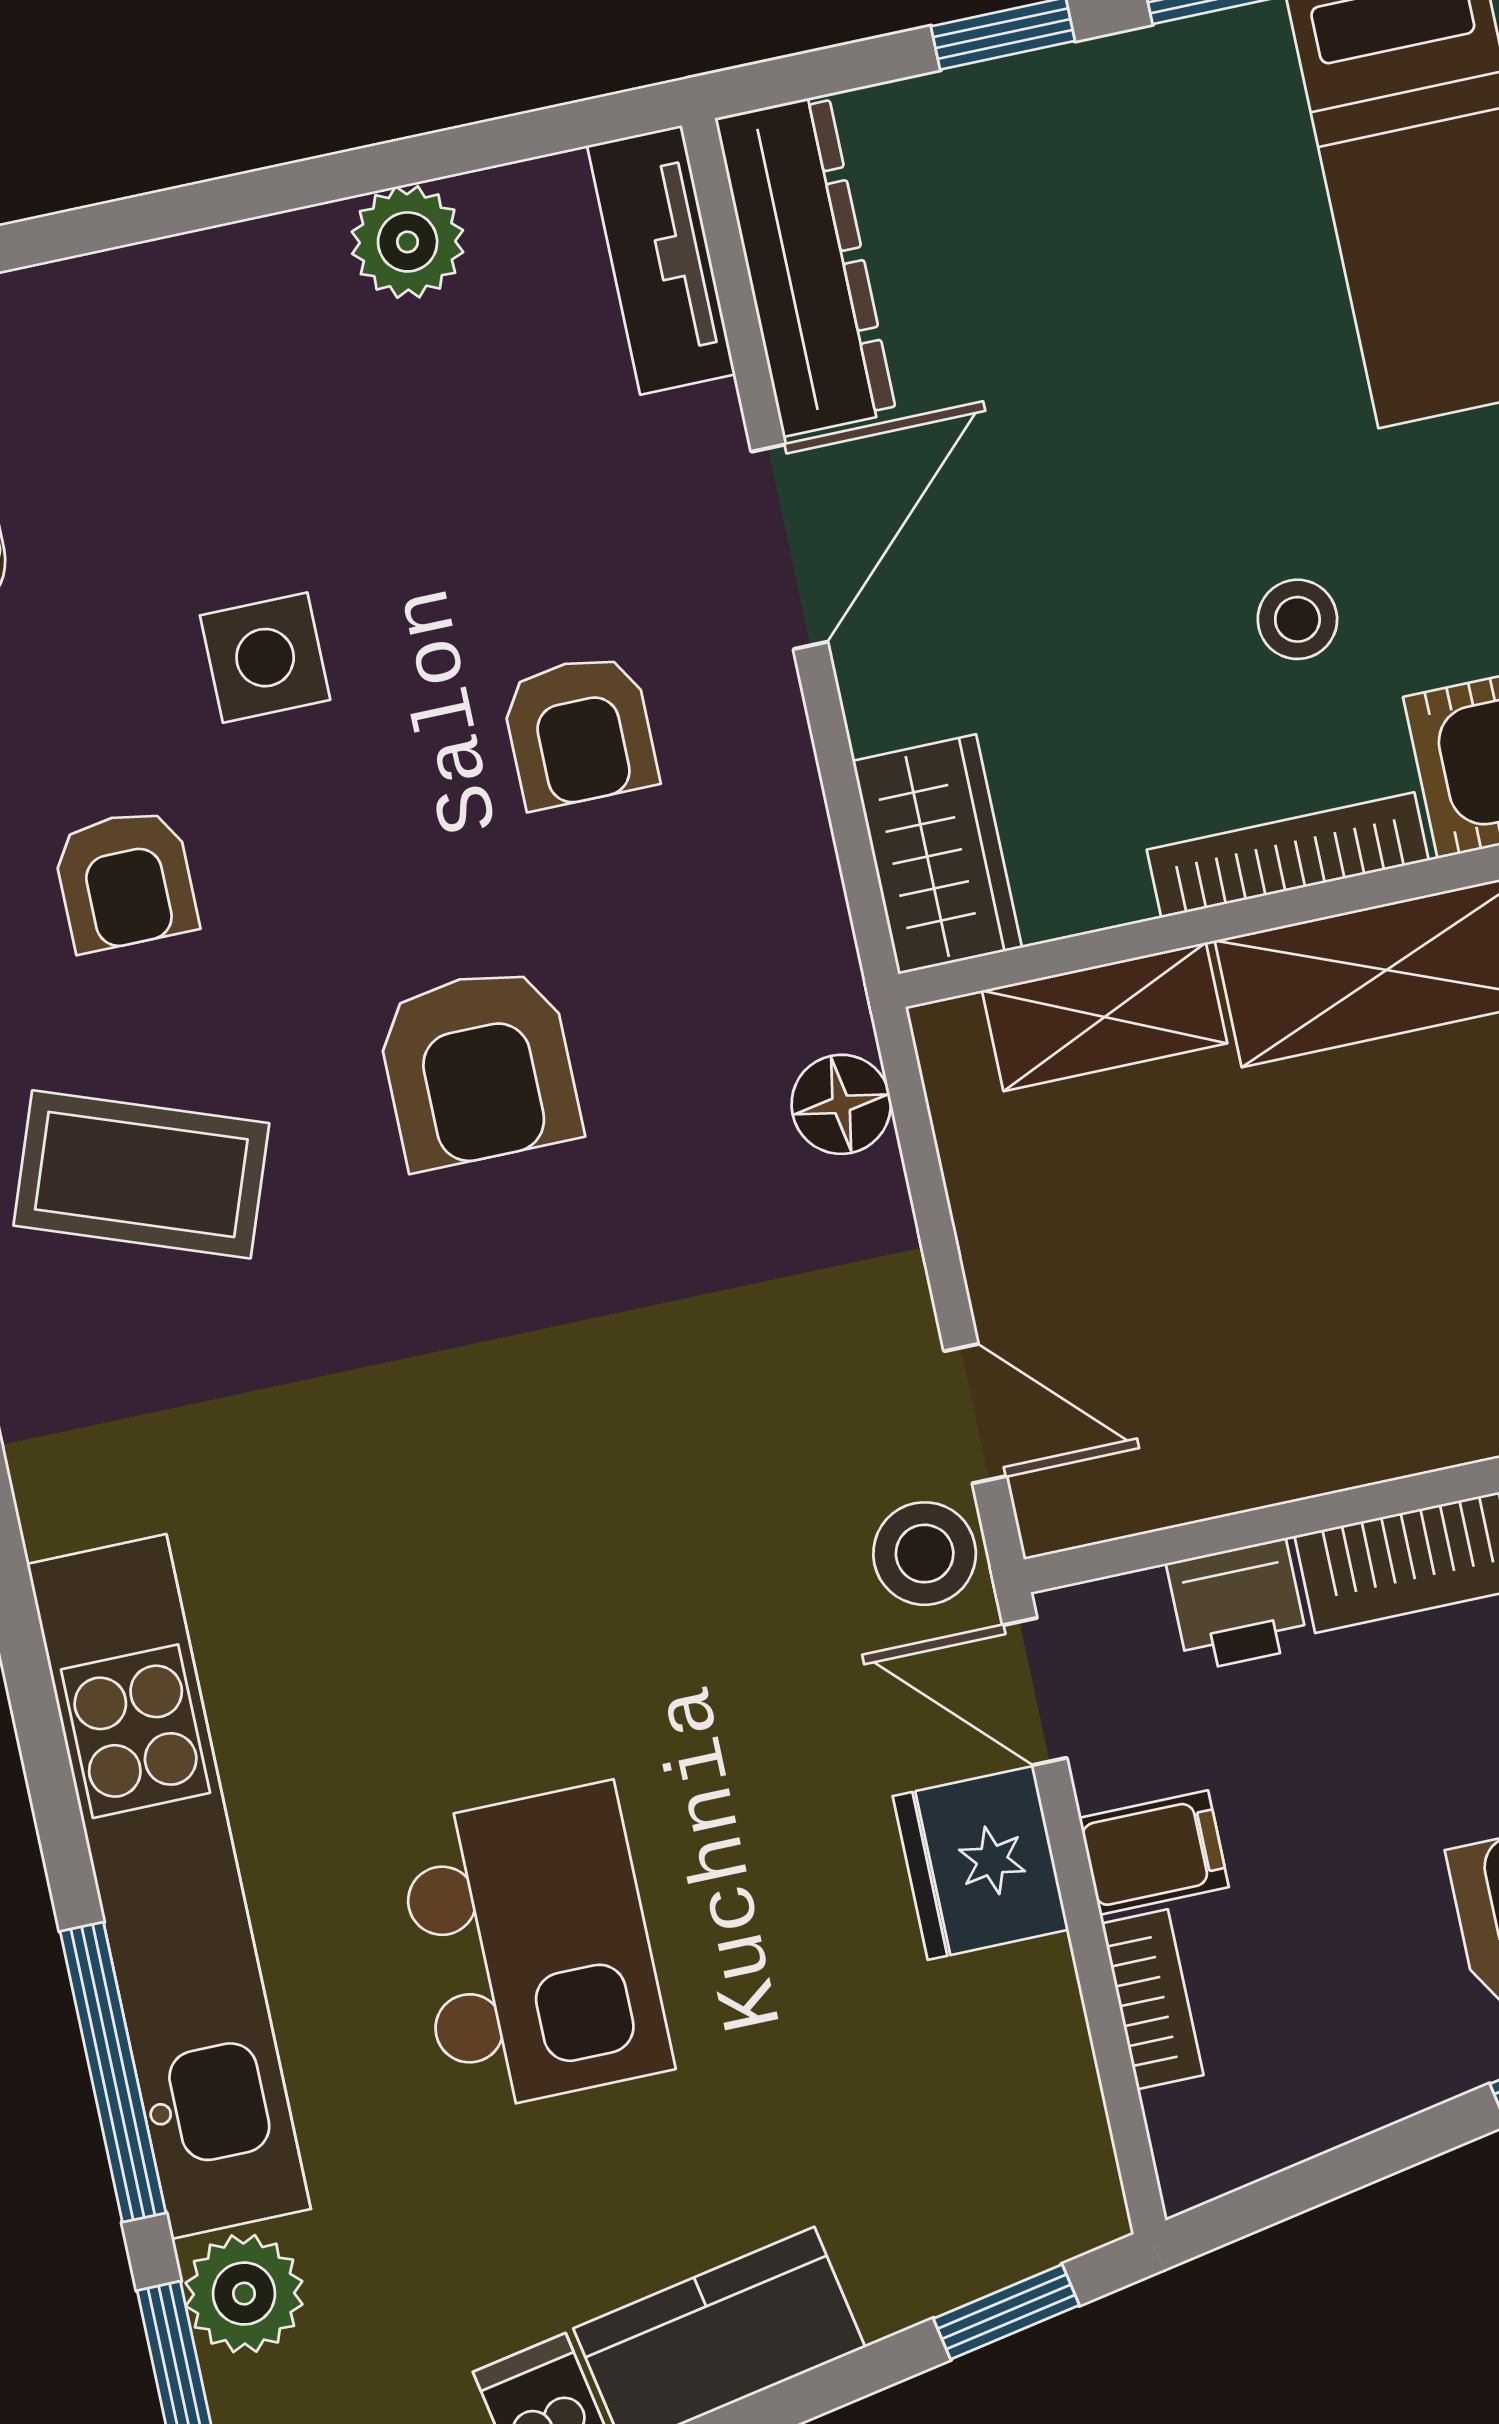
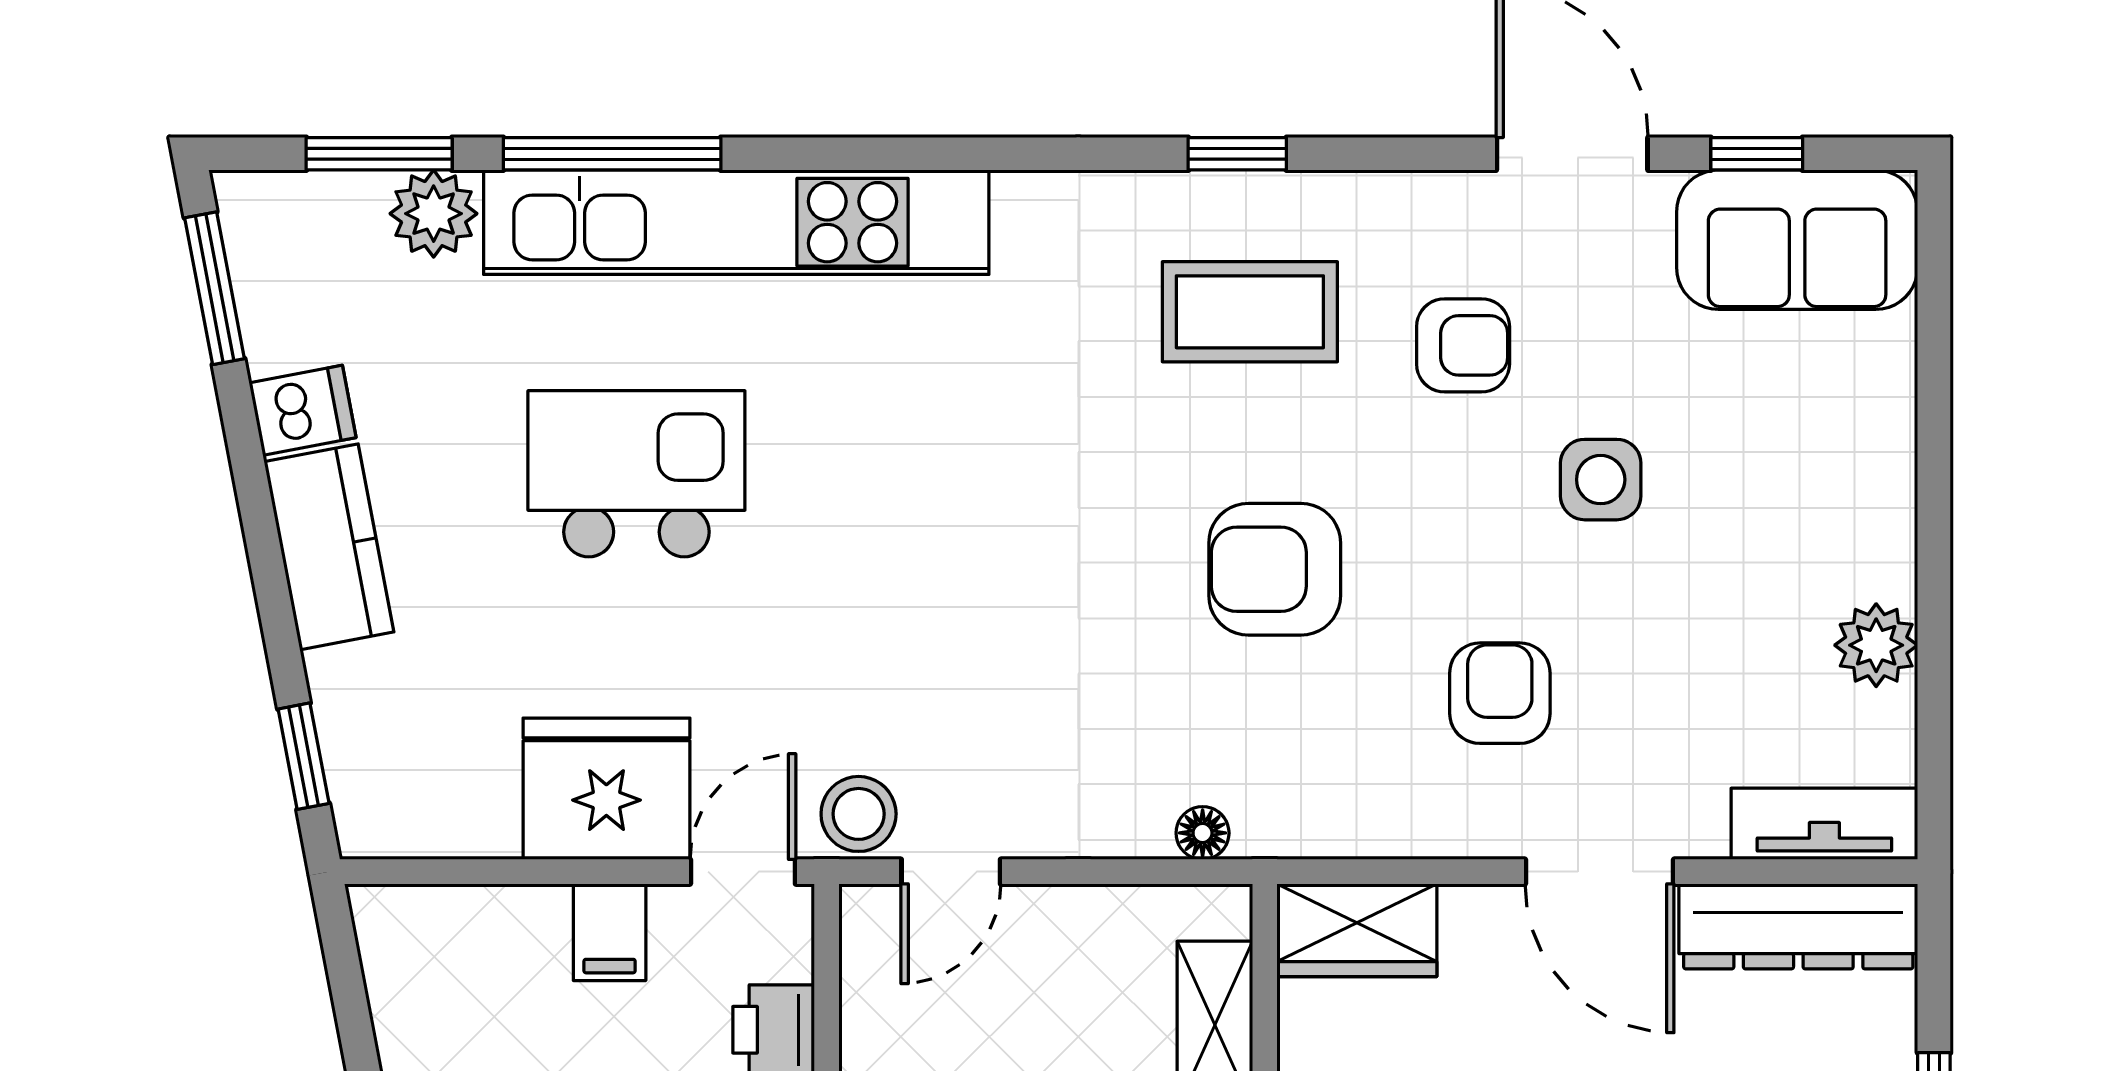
armchair: (579, 731) -> (1500, 693), turned 90
armchair: (125, 880) -> (1463, 345), turned 180
floor lamp: (841, 1104) -> (1203, 833), width x0.73, depth x0.73
coffee table: (141, 1174) -> (1250, 312), turned 70
fridge: (981, 1863) -> (606, 789), width x1.36, depth x1.34
kitchen island: (534, 1948) -> (636, 474), turned 180
bookcase: (1153, 1999) -> (505, 909), removed

